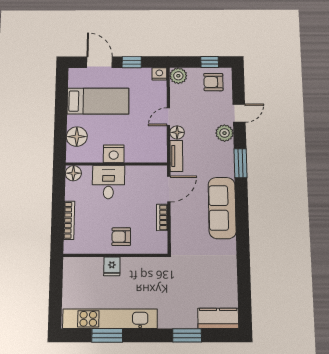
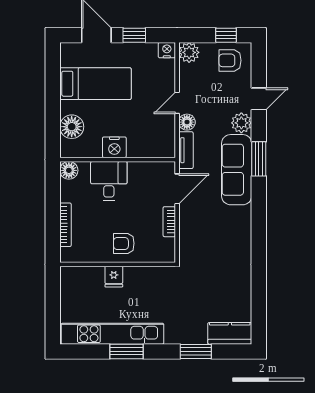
sofa: (222, 208) -> (237, 170), moved
window: (107, 335) -> (126, 351), moved

